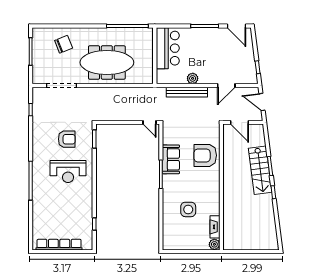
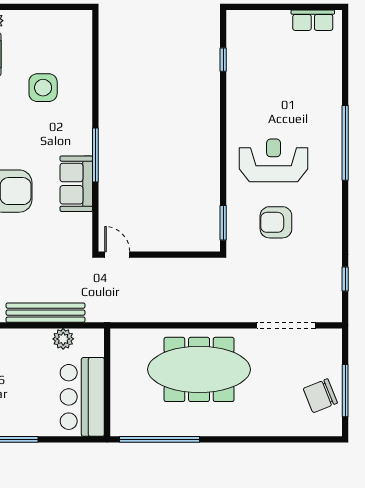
chair: (64, 44) -> (320, 396), moved
plant: (193, 78) -> (63, 339), moved
row of seats: (59, 245) -> (313, 20), width x0.50

